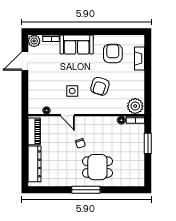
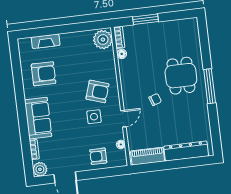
armchair: (113, 53) -> (44, 74), turned 180
armchair: (100, 86) -> (97, 91), moved
armchair: (39, 91) -> (98, 156), added

